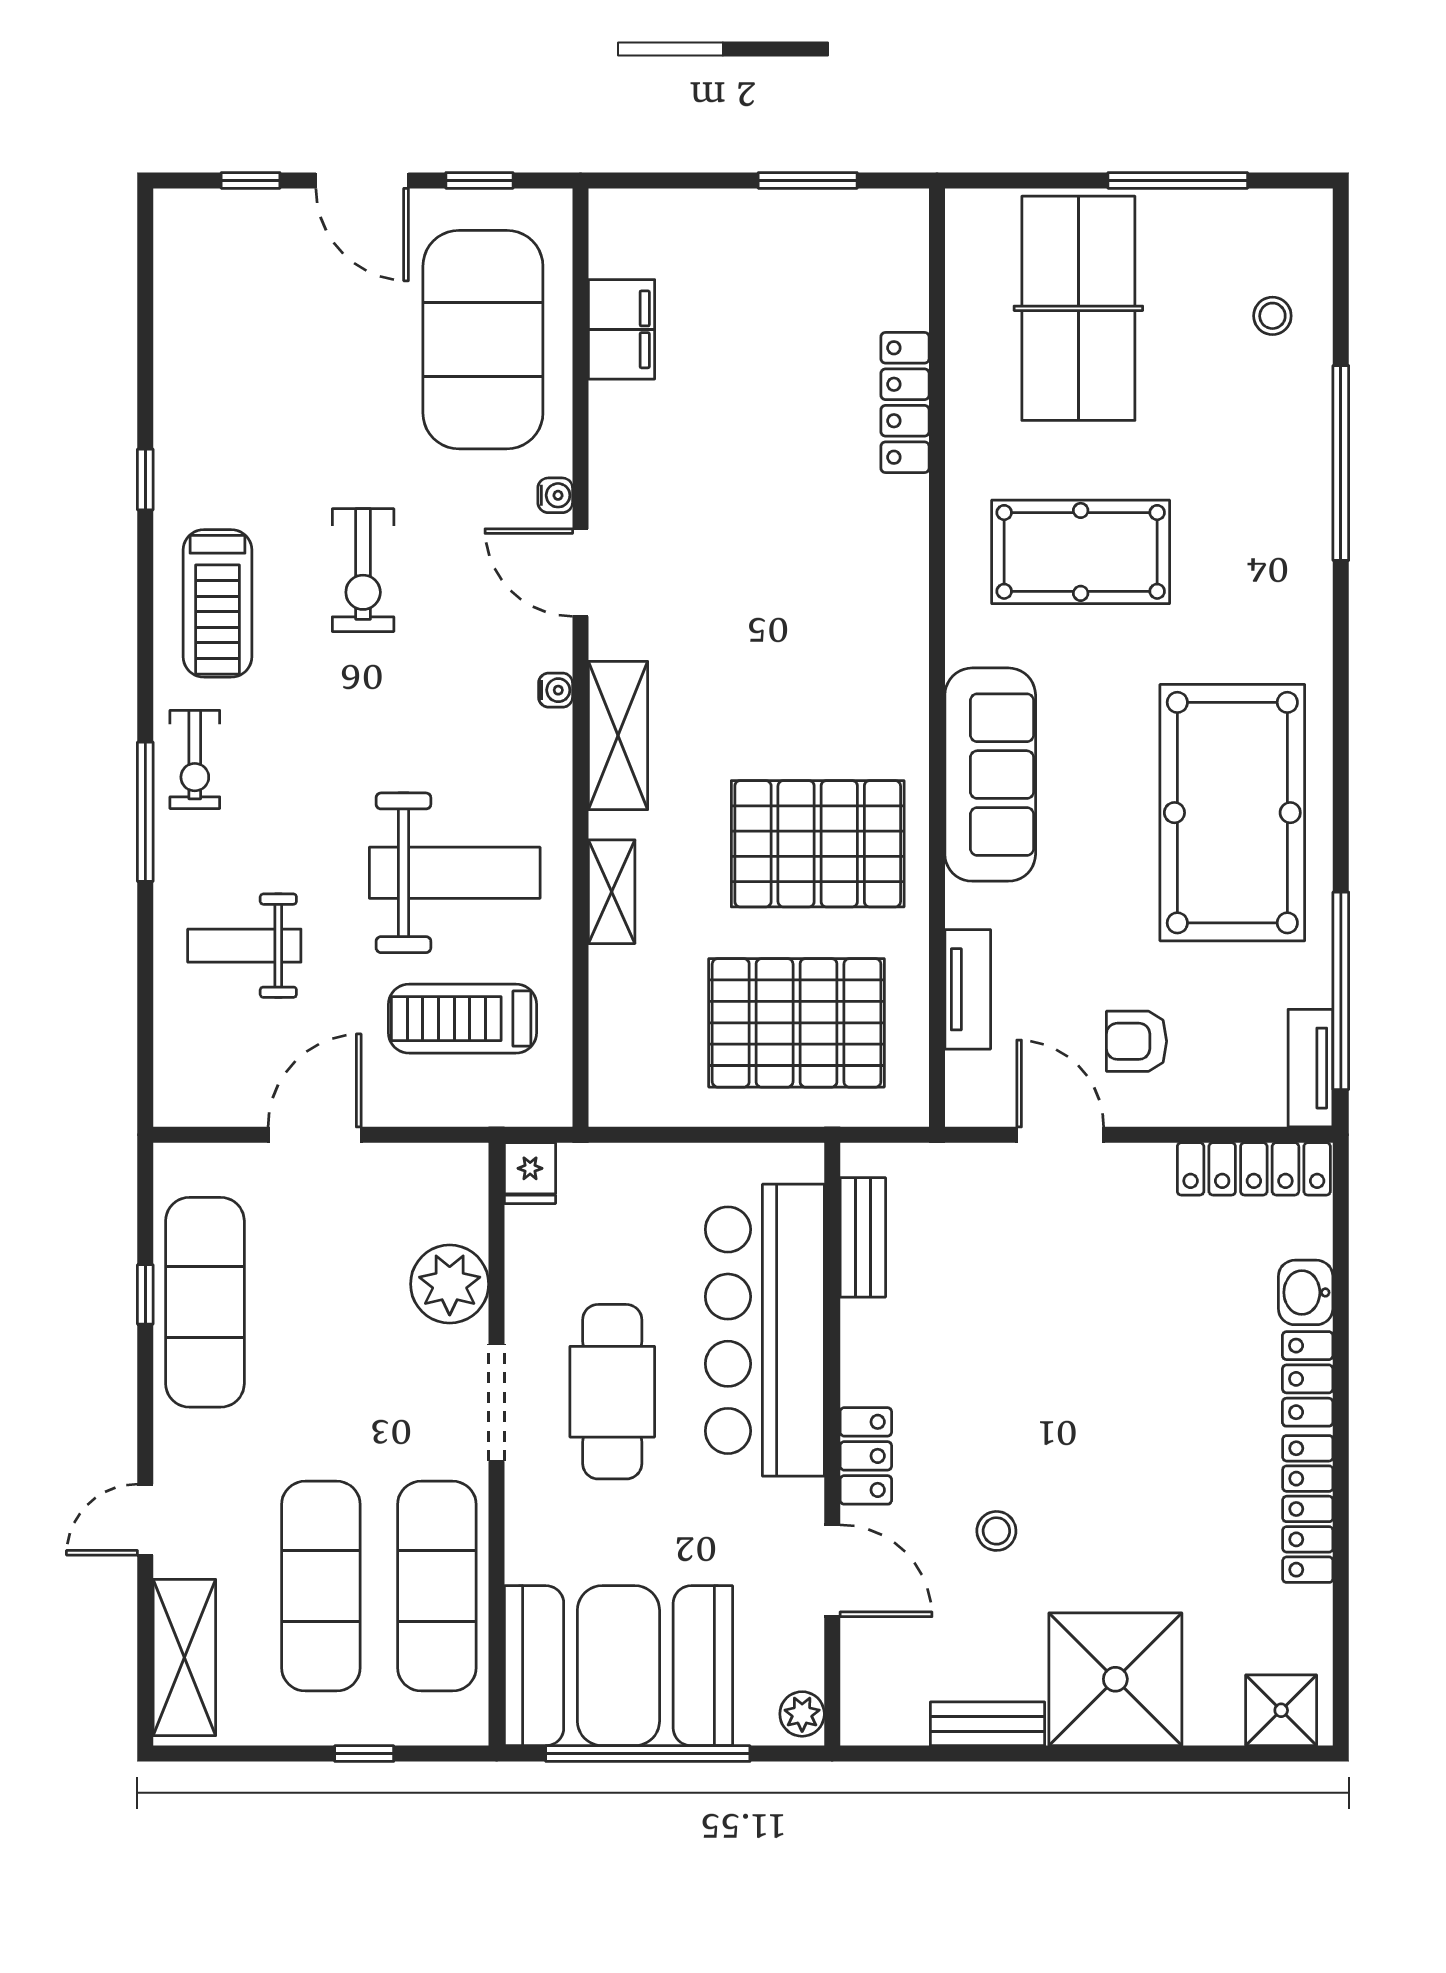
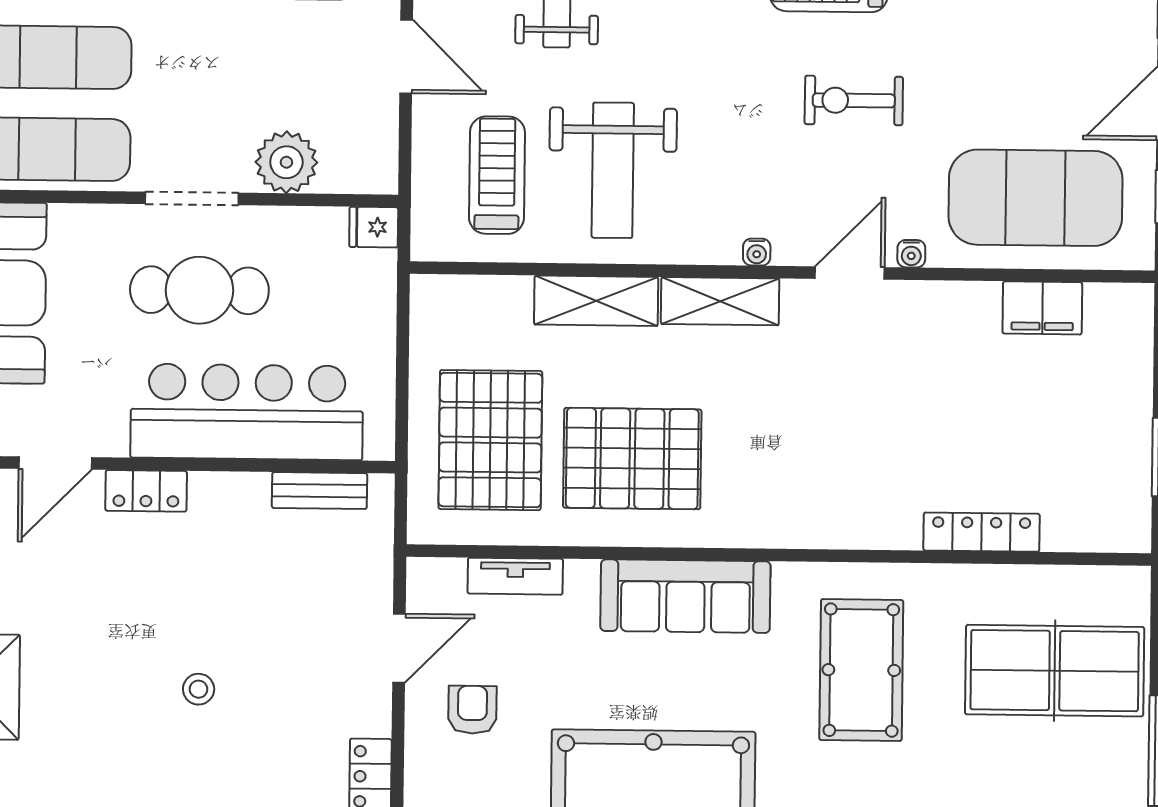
pallet: (818, 844) -> (632, 459), turned 90
shelving: (612, 892) -> (596, 301), width x1.50, depth x1.33
stool: (996, 1531) -> (199, 689), moved

